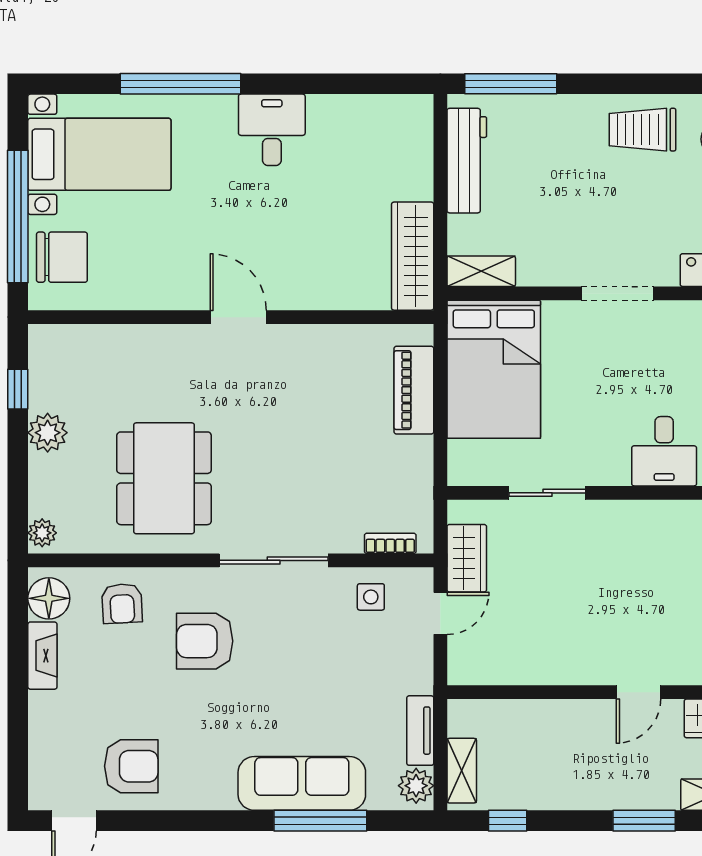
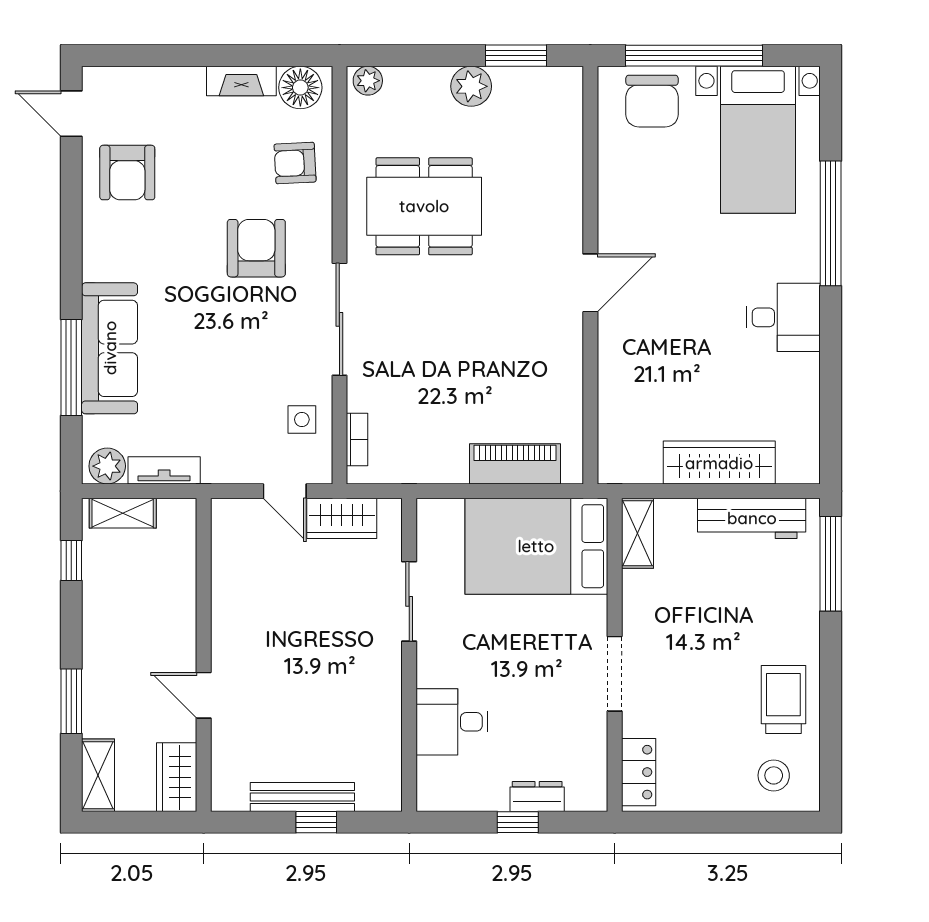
wardrobe: (413, 256) -> (719, 463), moved
window: (18, 389) -> (516, 56), width x1.50

